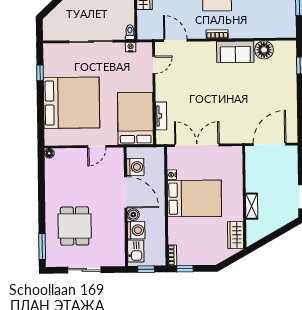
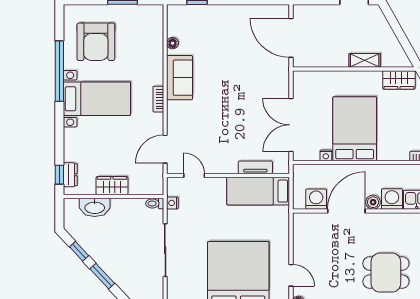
floor lamp: (264, 50) -> (173, 43), width x0.53, depth x0.53
bed: (135, 119) -> (258, 191), width x0.67
door: (97, 146) -> (291, 275), moved

